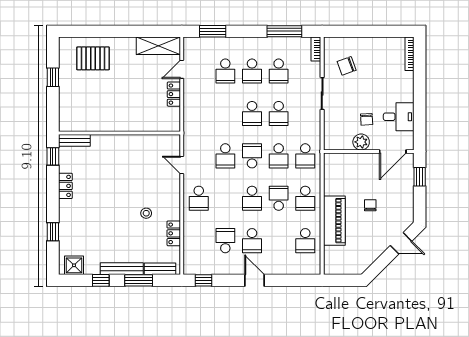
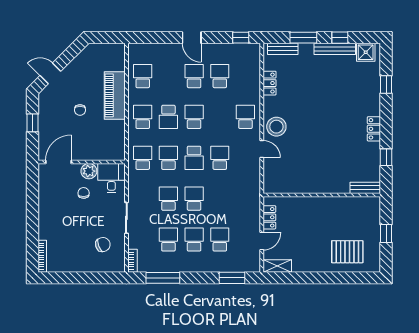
shelving: (158, 46) -> (277, 266), width x0.67, depth x0.75
desk: (399, 117) -> (111, 178), moved, turned 90
wall: (119, 133) -> (322, 195), moved
bench: (74, 140) -> (365, 188), moved
window: (420, 177) -> (33, 123), moved
stool: (146, 213) -> (276, 127), moved, width x1.89, depth x1.89
school desk: (225, 241) -> (220, 76), turned 180
bench: (122, 269) -> (335, 49), moved

